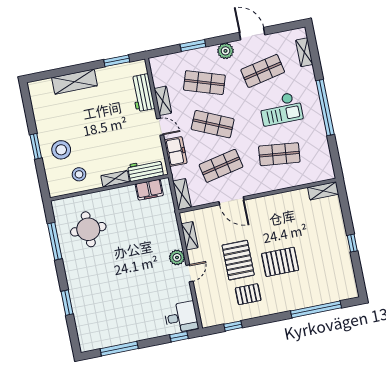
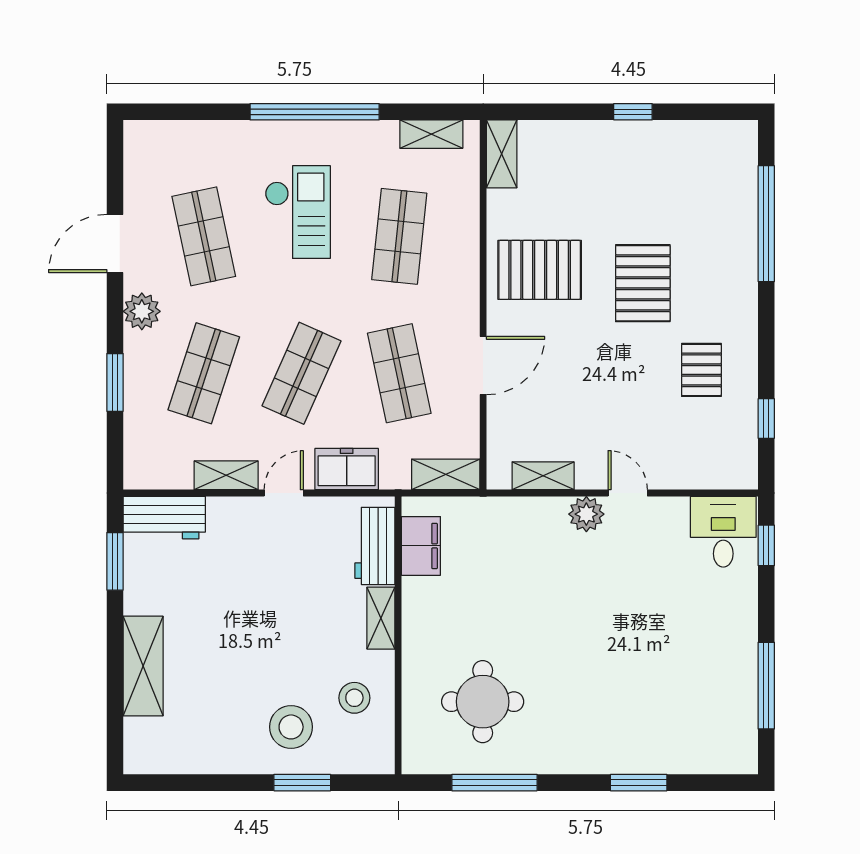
shelving: (304, 52) -> (431, 134), moved
workbench: (143, 93) -> (164, 518), moved
window: (36, 146) -> (302, 783), moved
pallet: (238, 260) -> (540, 270), moved

